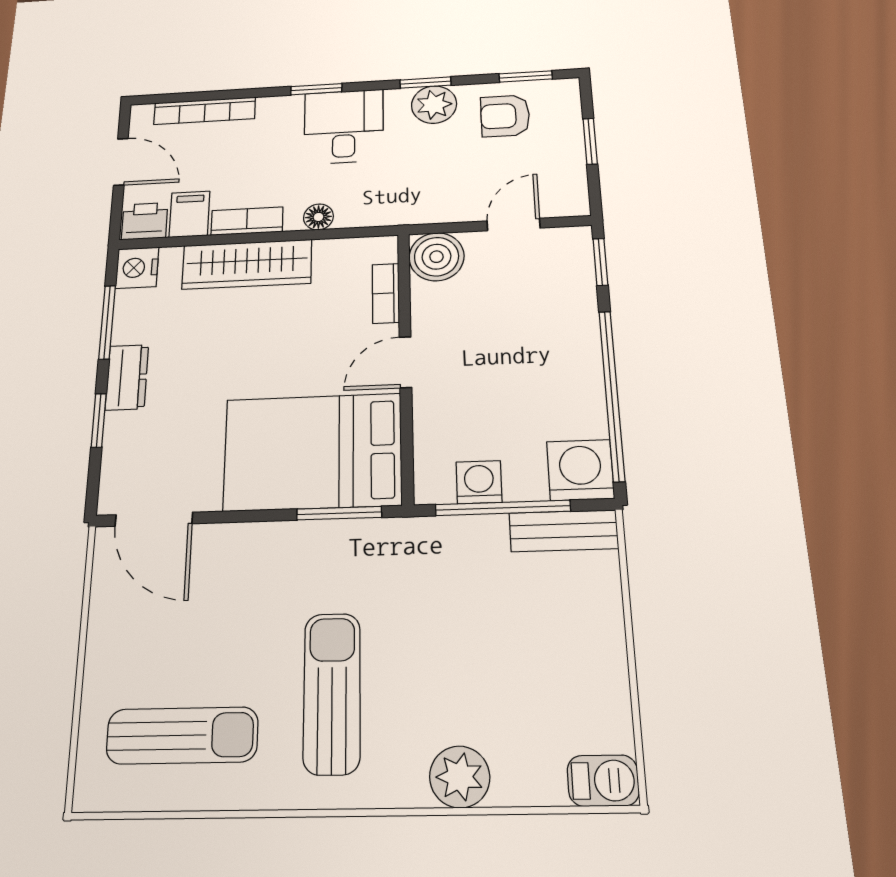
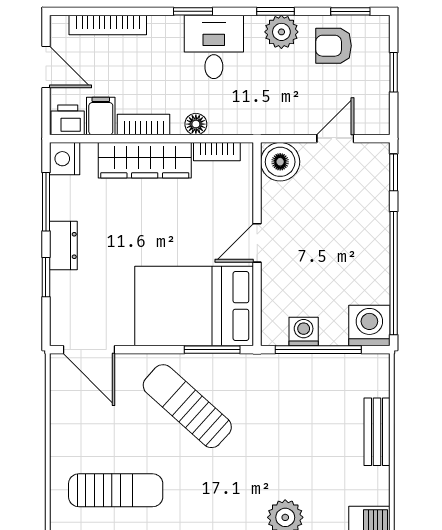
bookcase: (386, 293) -> (217, 152), moved, turned -90
bench: (564, 531) -> (377, 432), moved, turned 90
sun lounger: (332, 693) -> (187, 406), moved, turned -48

